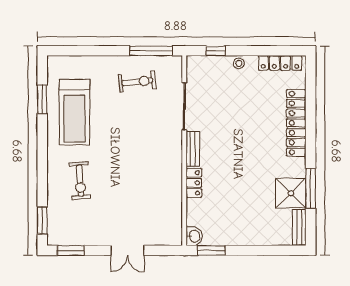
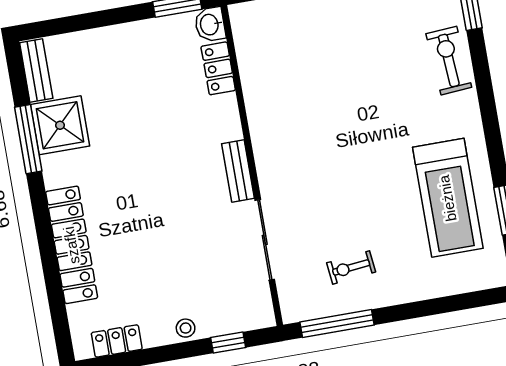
locker: (280, 63) -> (117, 341), width x0.66
exercise bike: (137, 82) -> (351, 267), width x0.73, depth x0.72
treadmill: (74, 112) -> (448, 198), turned 180
exercise bike: (80, 181) -> (449, 61), moved
locker: (194, 183) -> (218, 68), moved

